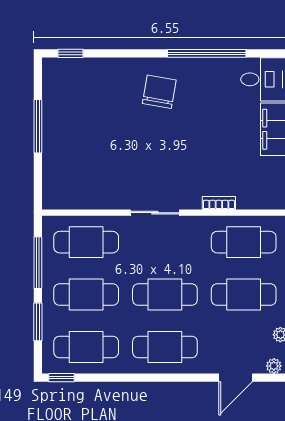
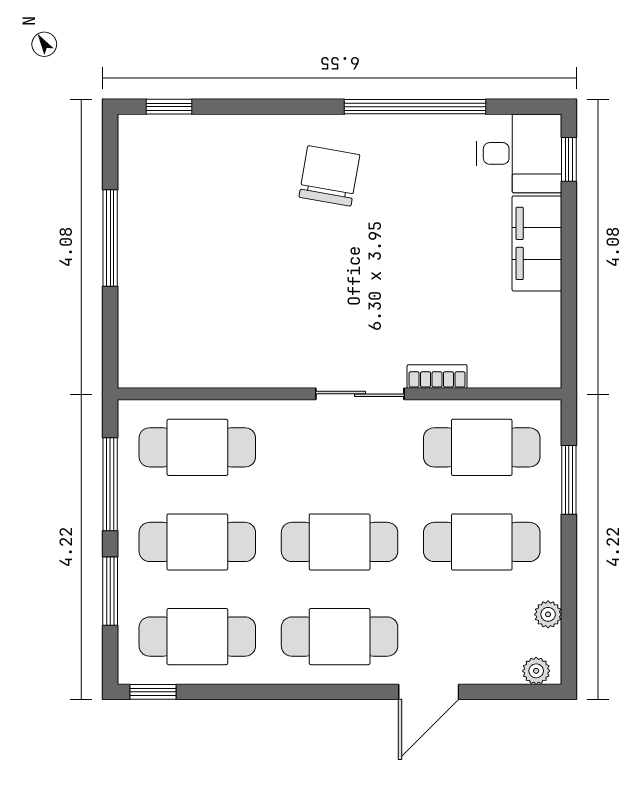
sliding door: (155, 213) -> (360, 394), moved
door: (236, 378) -> (429, 692), moved

